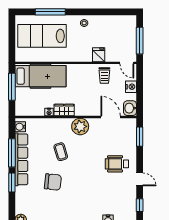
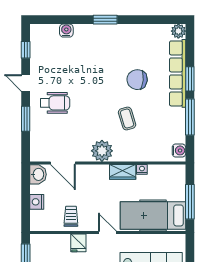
door: (127, 63) -> (107, 233), moved
window: (140, 137) -> (26, 119), moved
row of seats: (21, 159) -> (178, 73), moved

